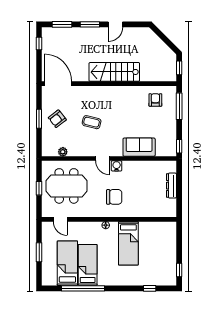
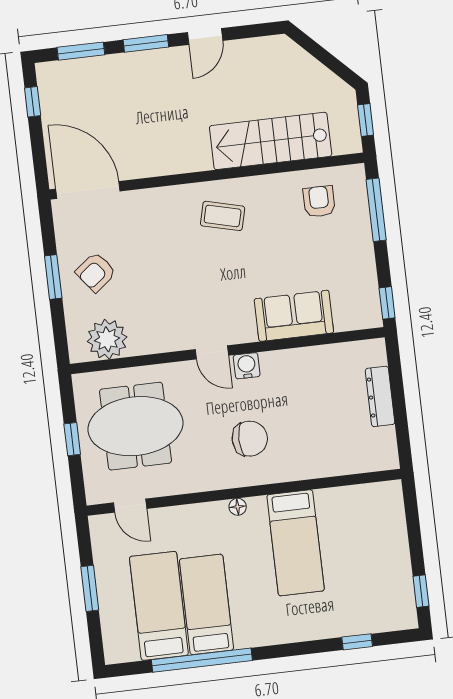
stairs: (114, 72) -> (271, 141), moved
coffee table: (92, 122) -> (223, 216), moved
plant: (63, 152) -> (107, 339), width x1.88, depth x1.88

